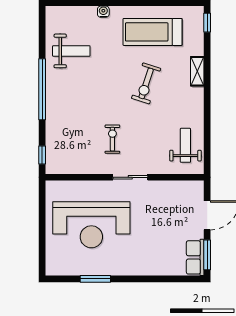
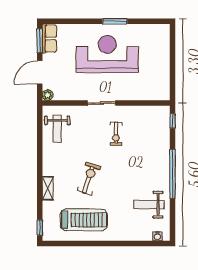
water cooler: (103, 12) -> (157, 236), moved
plant: (197, 187) -> (48, 95), added
reception desk: (91, 225) -> (107, 54), moved
window: (95, 279) -> (115, 21), moved

